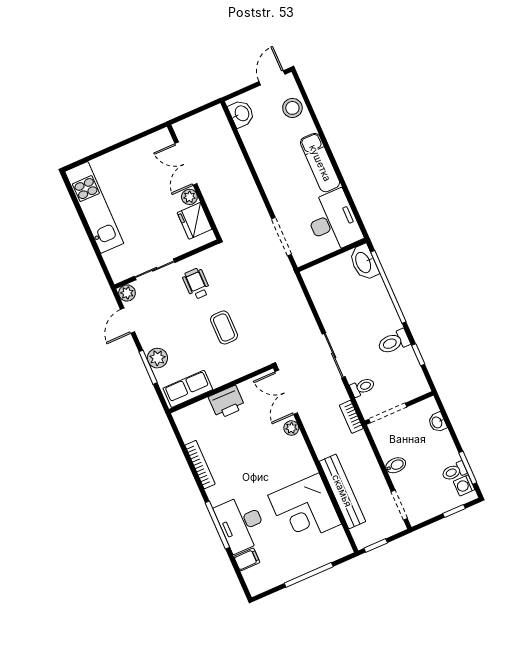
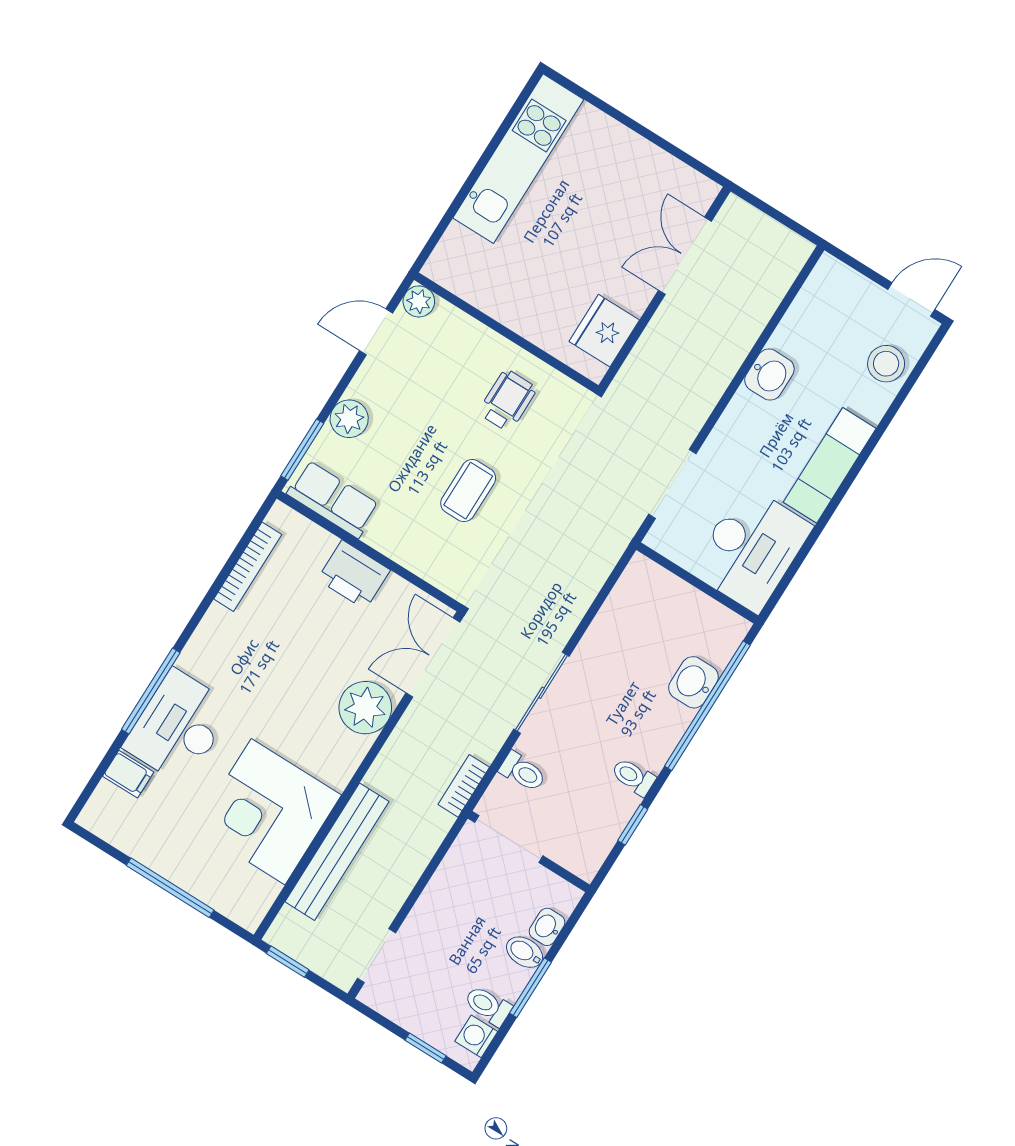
washbasin: (241, 114) -> (769, 375), moved
plant: (189, 197) -> (636, 297), removed
washbasin: (364, 262) -> (693, 682), moved, width x0.72
sliding door: (155, 269) -> (485, 320), removed
toilet: (394, 342) -> (633, 777), width x0.73, depth x0.72
window: (148, 367) -> (302, 450), moved
plant: (291, 428) -> (365, 708), width x1.87, depth x1.87
bookcase: (200, 465) -> (248, 567), moved
bidet: (396, 465) -> (525, 952), moved, turned 180
window: (468, 468) -> (530, 988), moved

